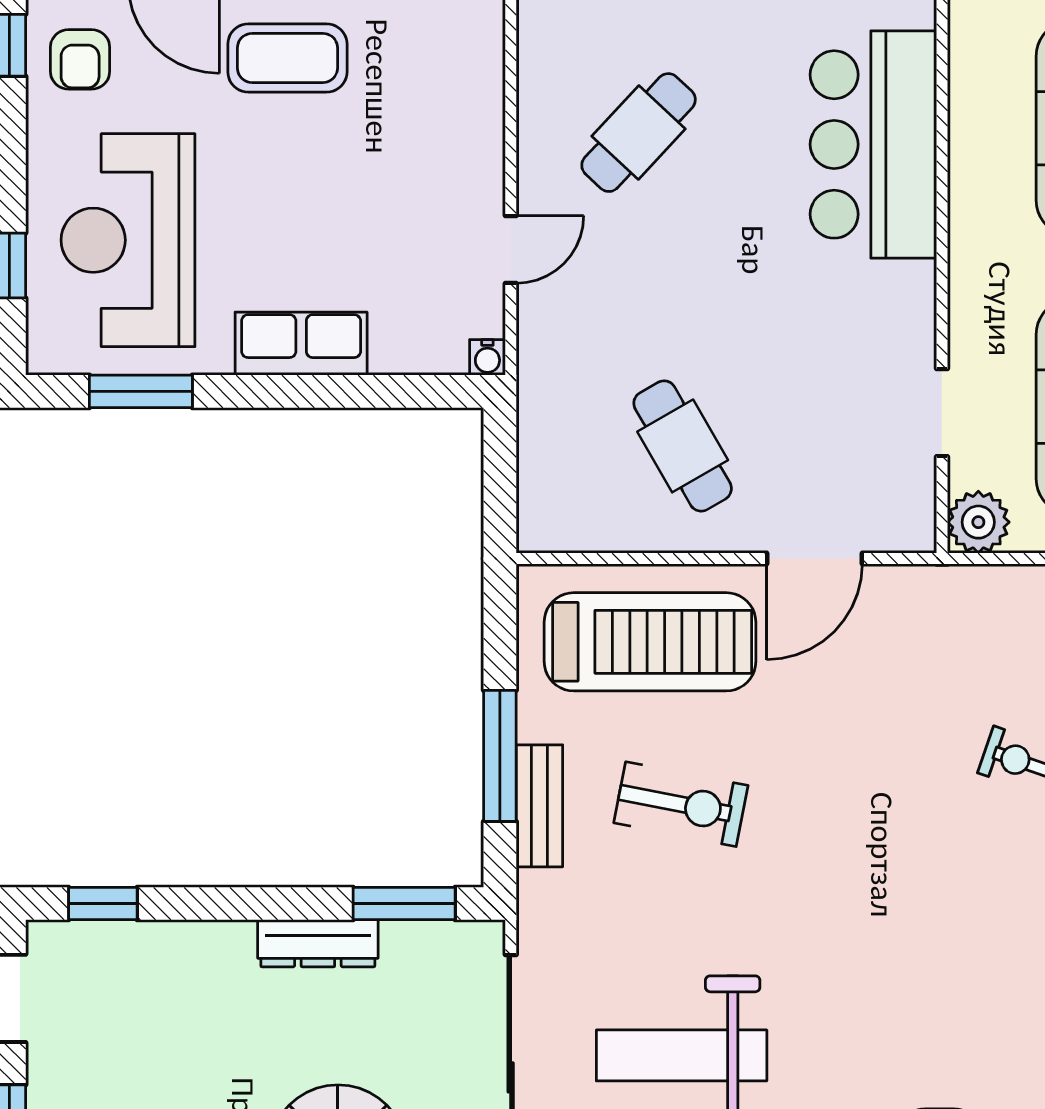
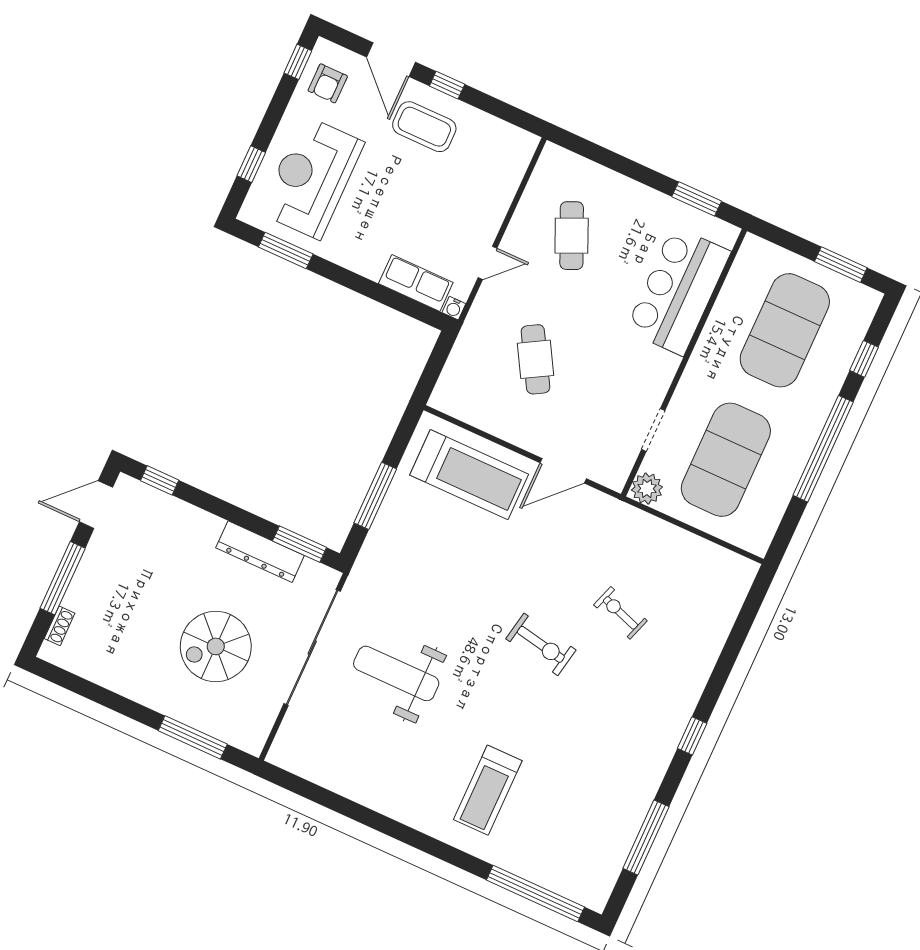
cafe table: (639, 133) -> (572, 236), turned -67
row of seats: (301, 344) -> (416, 283), moved
cafe table: (683, 446) -> (535, 359), moved
exercise bike: (681, 804) -> (541, 644), moved
bench: (539, 806) -> (383, 527), removed
dresser: (318, 943) -> (260, 552), width x1.37, depth x1.24

